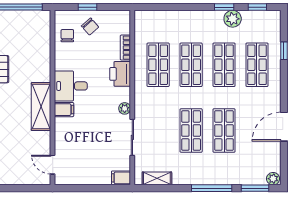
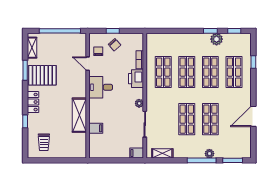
shelving: (41, 107) -> (79, 115), moved
filing cabinet: (64, 110) -> (96, 128), moved
door: (53, 165) -> (88, 64), moved
plant: (273, 179) -> (209, 154), moved

